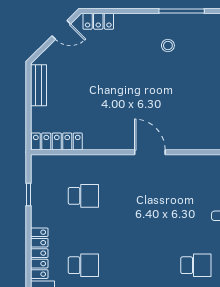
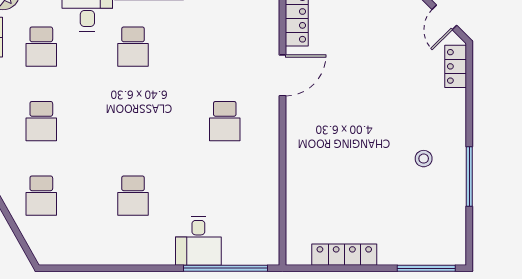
door: (150, 152) -> (282, 75), moved
school desk: (83, 196) -> (225, 121), moved

